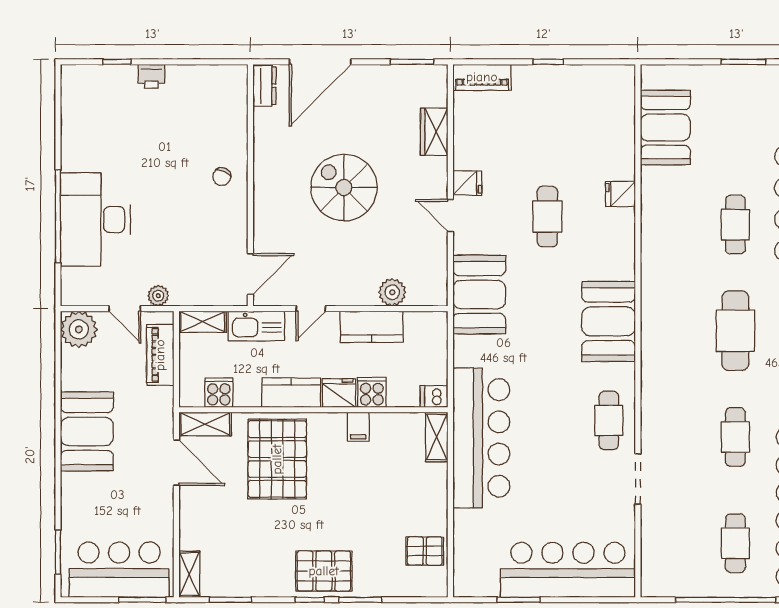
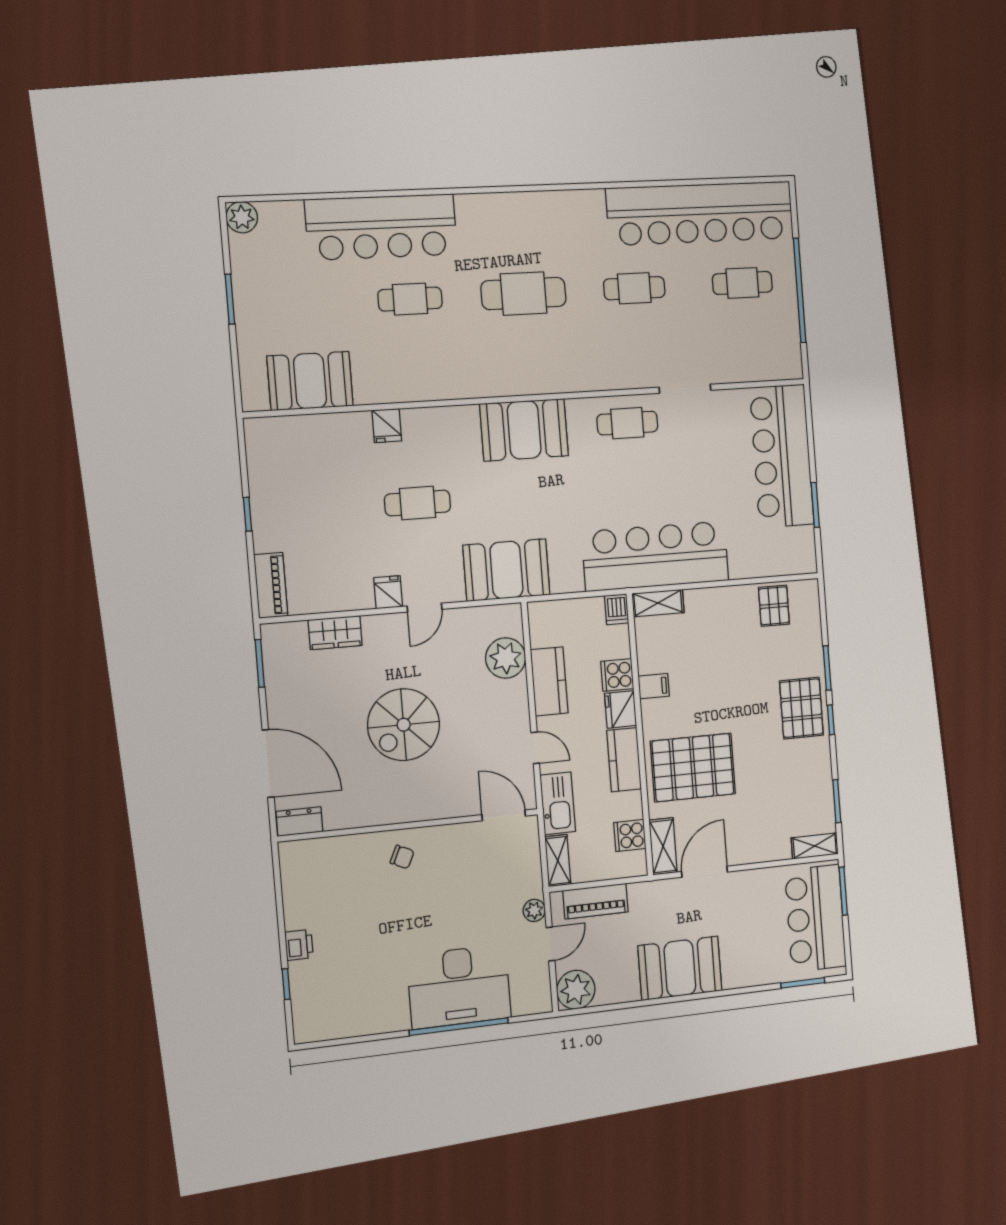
plant: (392, 292) -> (506, 658), width x1.36, depth x1.36

